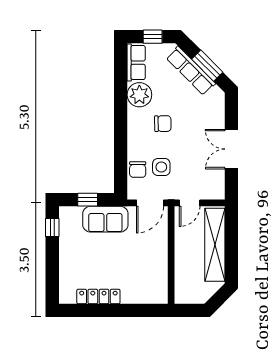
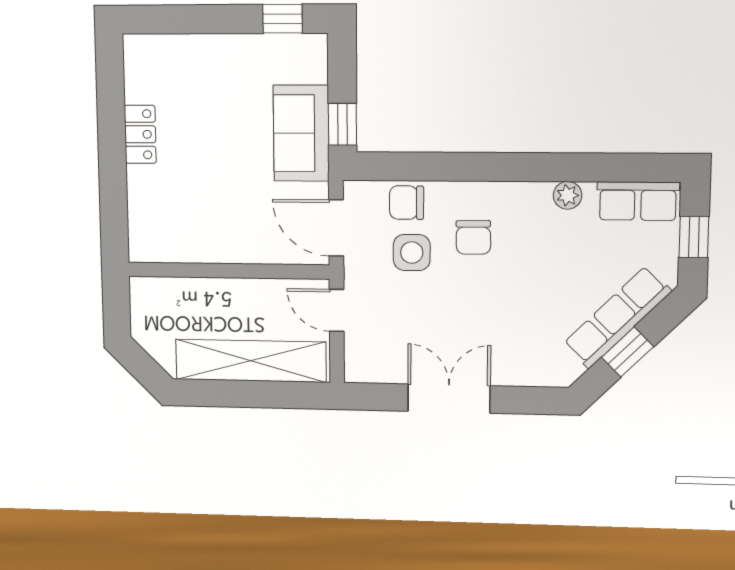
window: (207, 66) -> (628, 352), width x0.67
plant: (139, 95) -> (568, 195), width x0.53, depth x0.53
chair: (163, 124) -> (473, 237), moved
window: (88, 200) -> (342, 124), moved
locker: (98, 297) -> (140, 134), width x0.66

